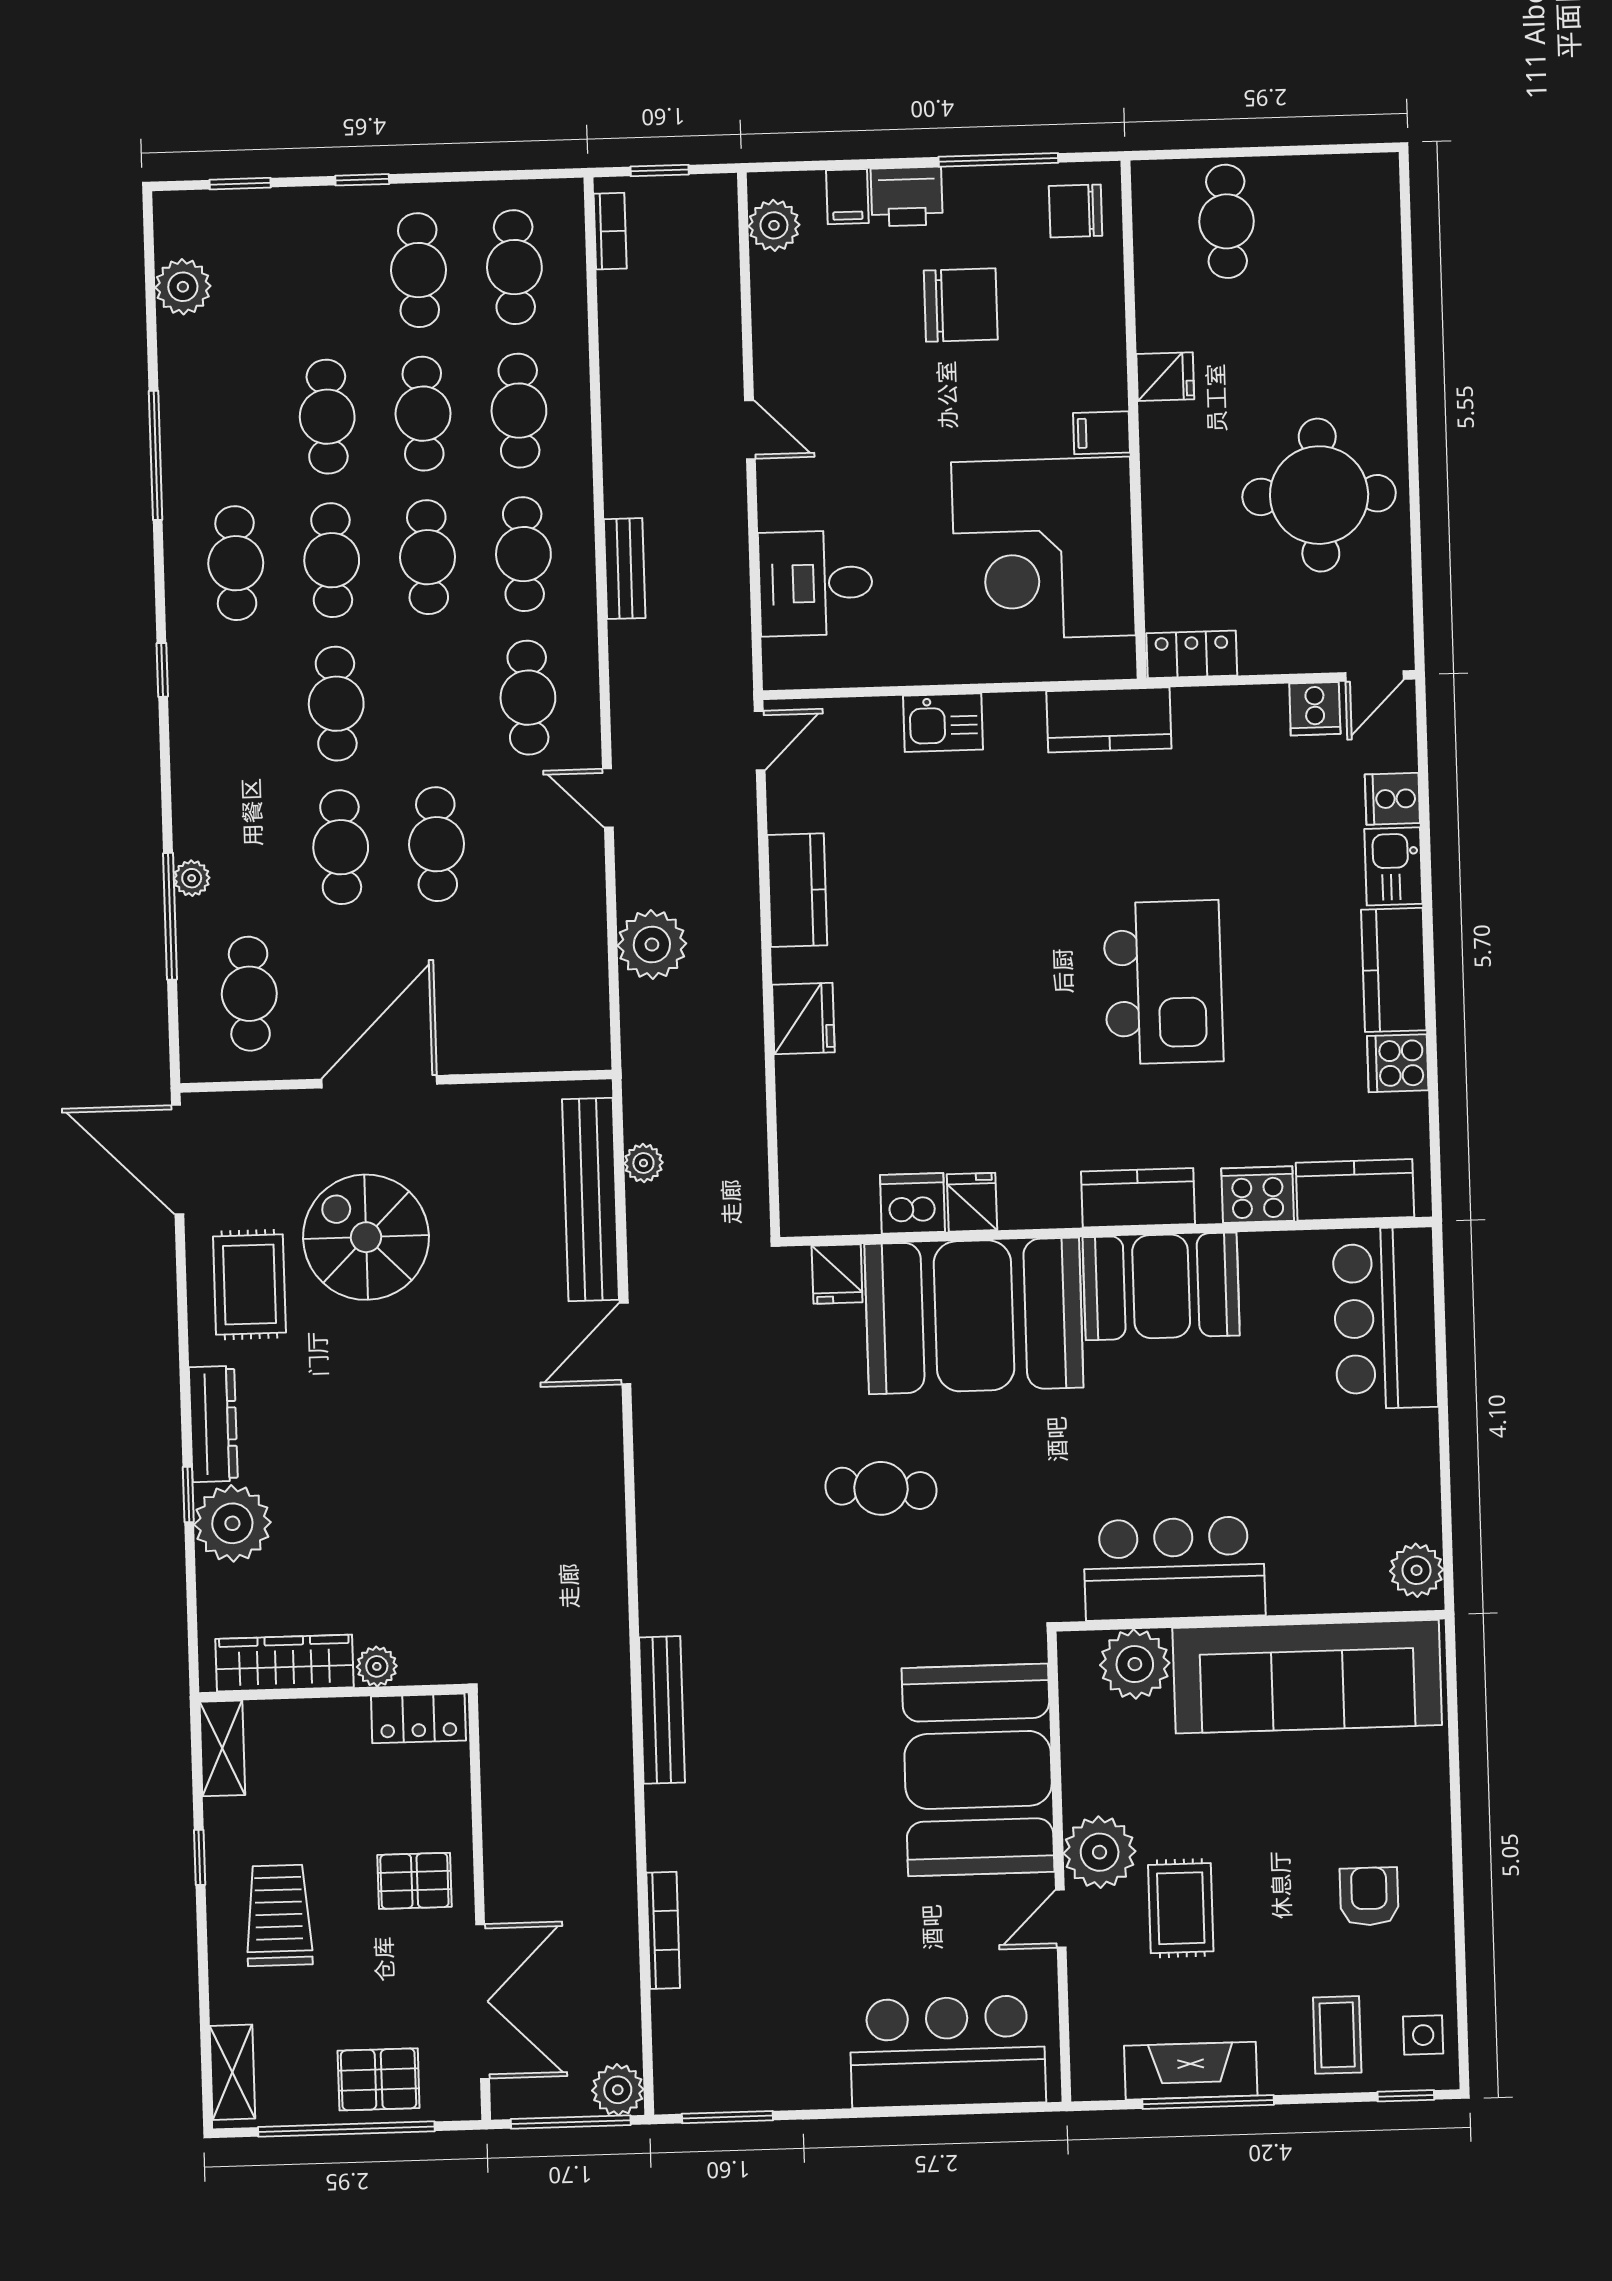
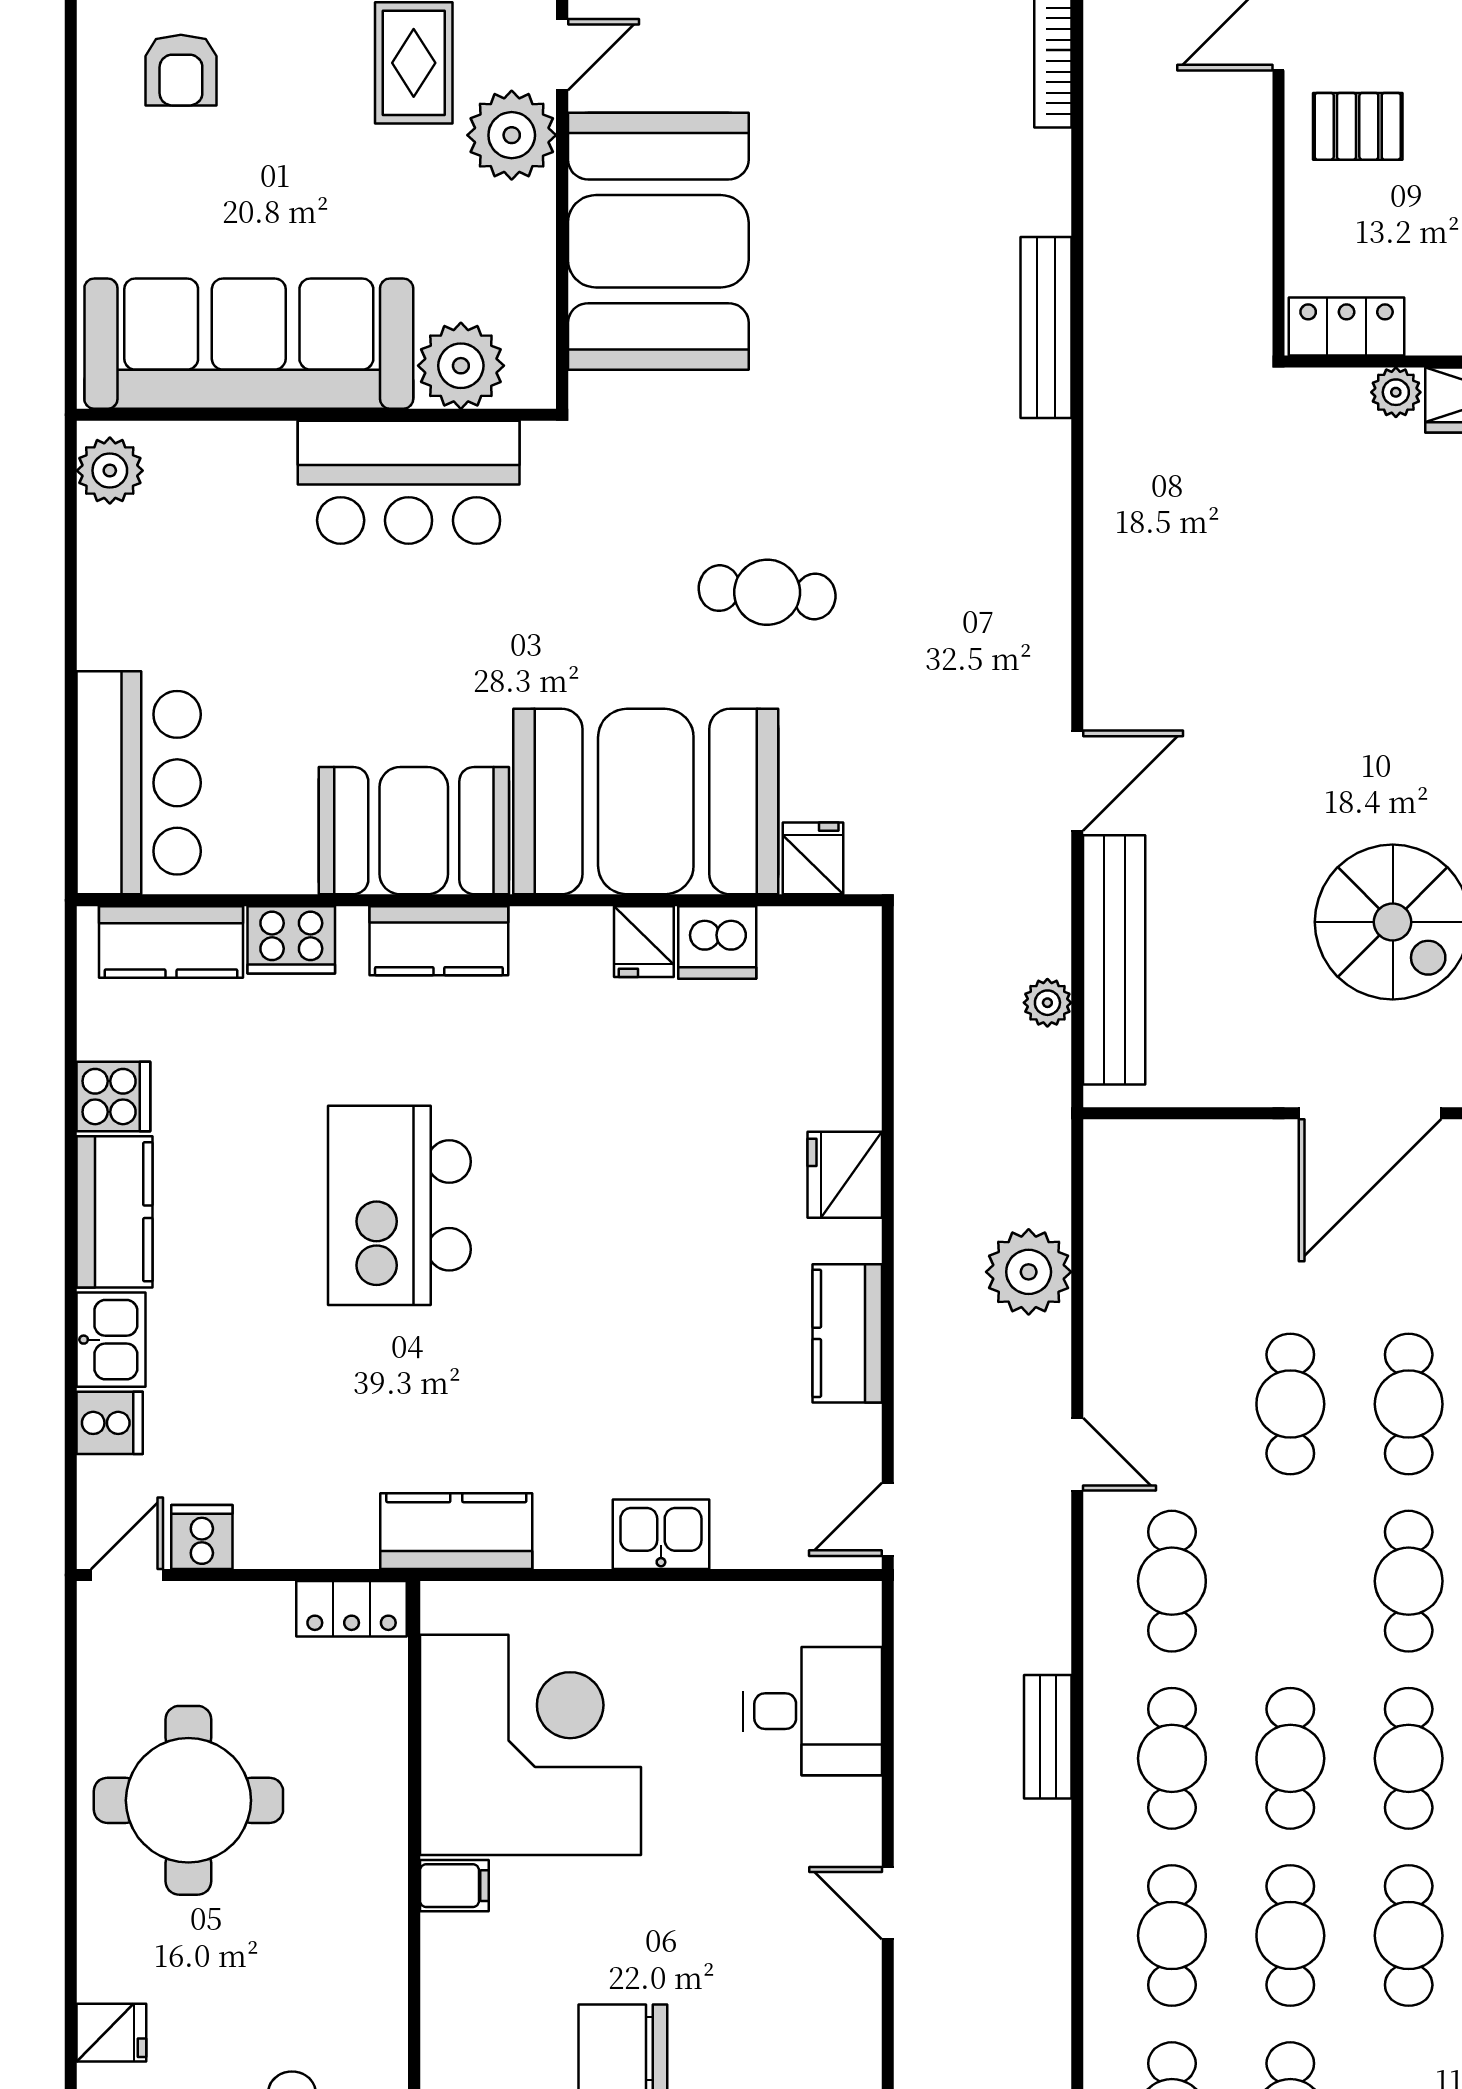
fridge: (1165, 377) -> (111, 2033), moved, turned 180

